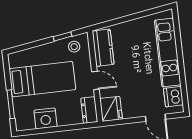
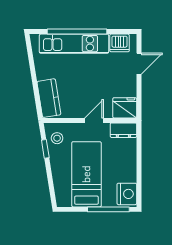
kitchen counter: (103, 48) -> (49, 98), moved, turned 81
window: (180, 54) -> (77, 32), added
window: (11, 104) -> (108, 209), width x1.44
nightstand: (45, 118) -> (127, 194), moved

